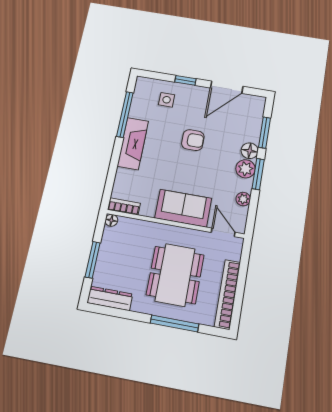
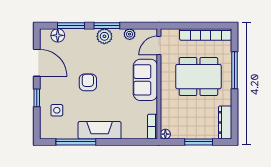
floor lamp: (250, 151) -> (58, 35), moved

